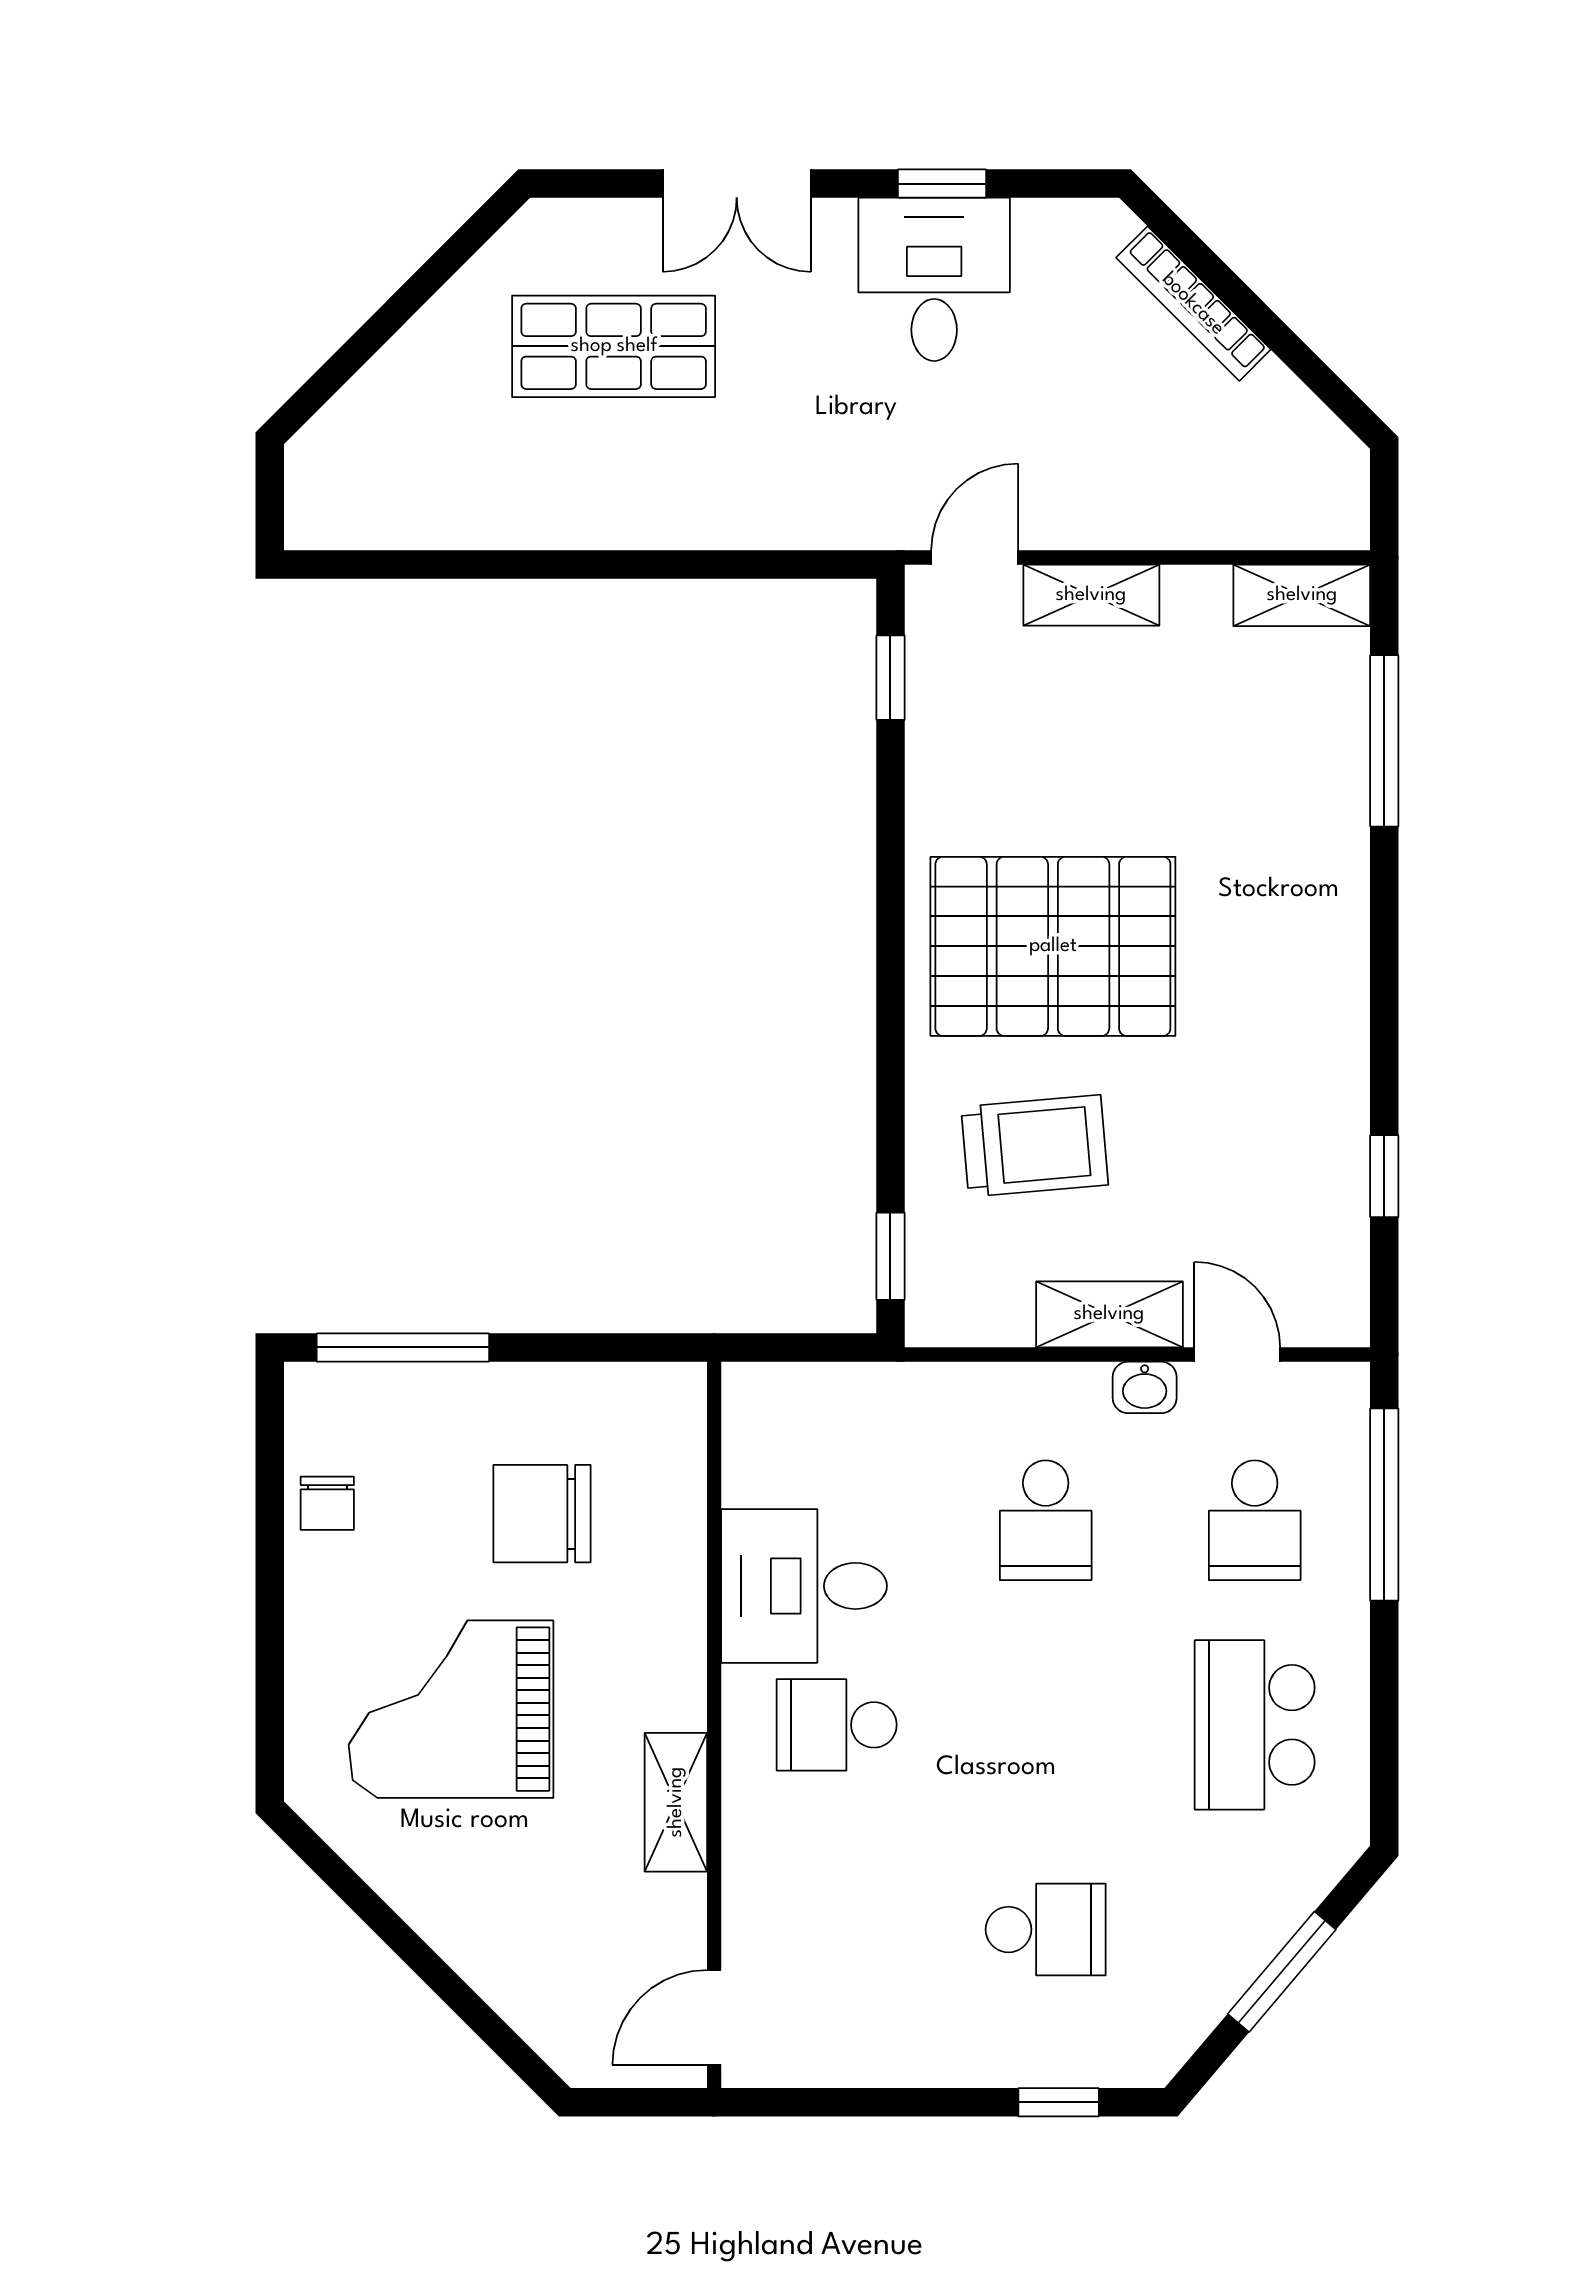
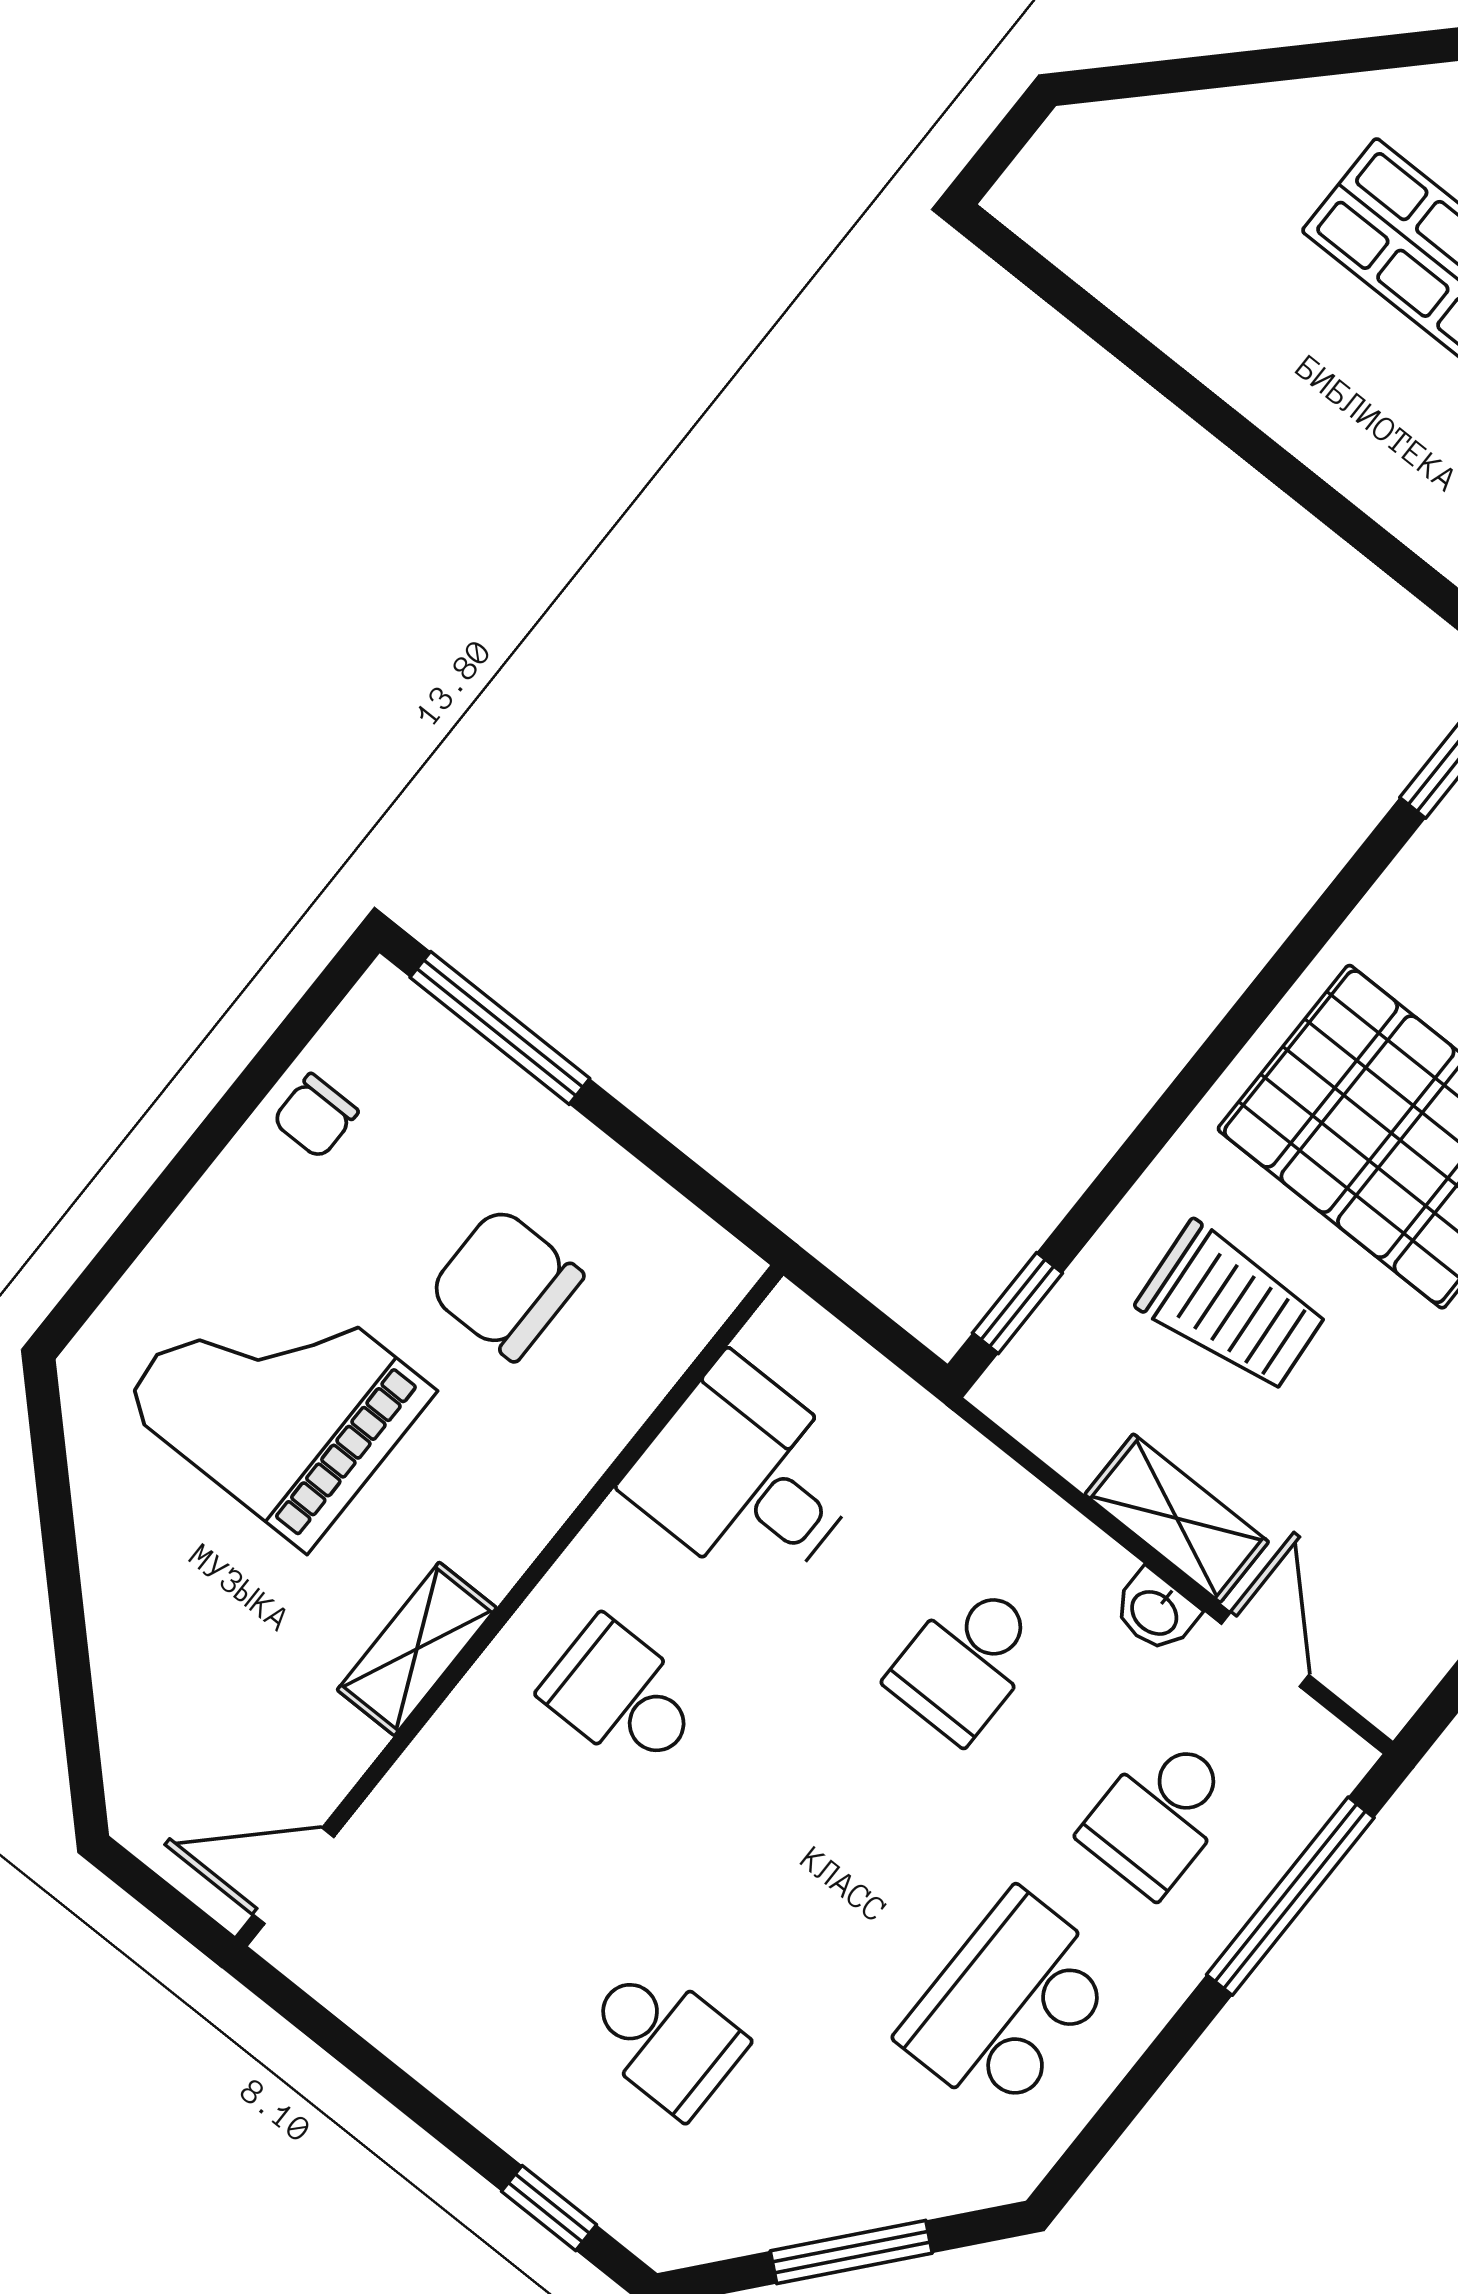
desk: (804, 1586) -> (747, 1478), moved

